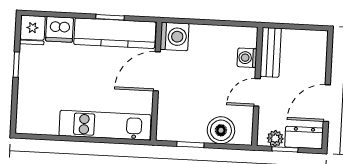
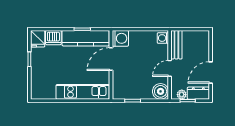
washing machine: (247, 58) -> (163, 38), moved
boiler: (221, 130) -> (161, 91), moved

